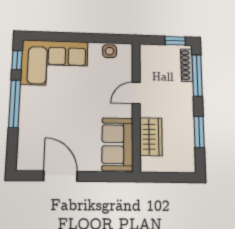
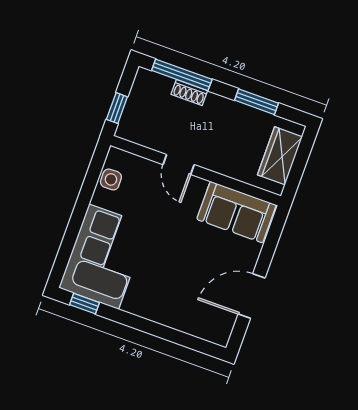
window: (175, 41) -> (117, 108), moved
shoe rack: (187, 65) -> (189, 92), moved, width x0.70
window: (15, 104) -> (141, 324), removed
wardrobe: (151, 137) -> (280, 156), moved, turned -90

